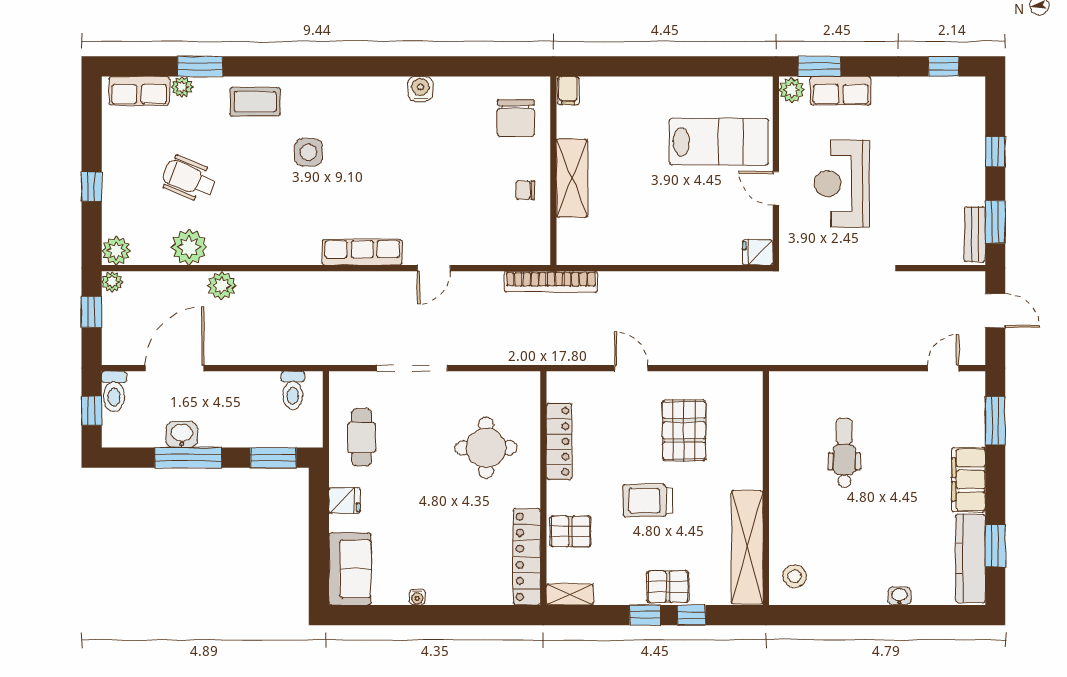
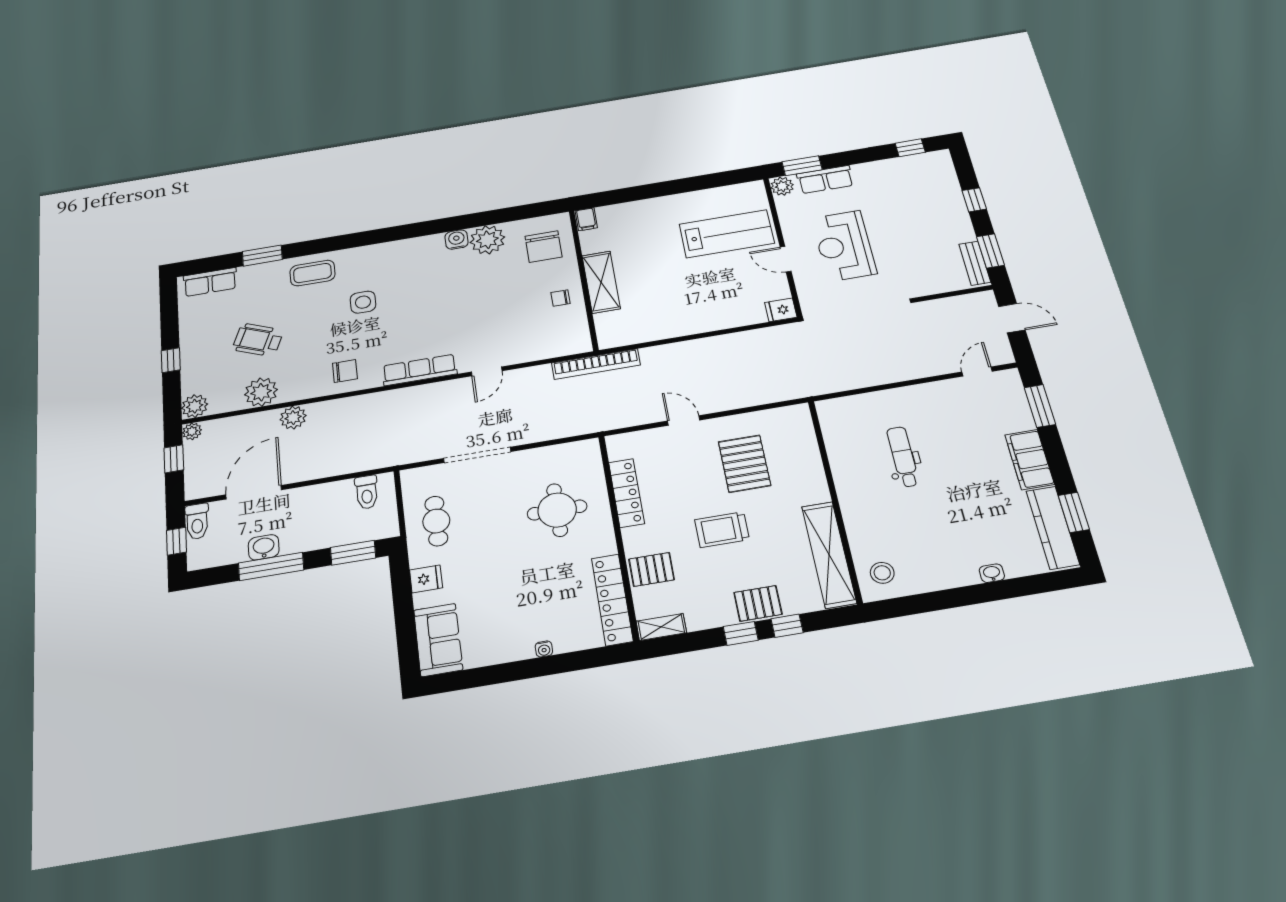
plant: (182, 87) -> (487, 240), moved, width x1.88, depth x1.88
chair: (282, 238) -> (345, 371), added
water cooler: (417, 597) -> (544, 649), moved

